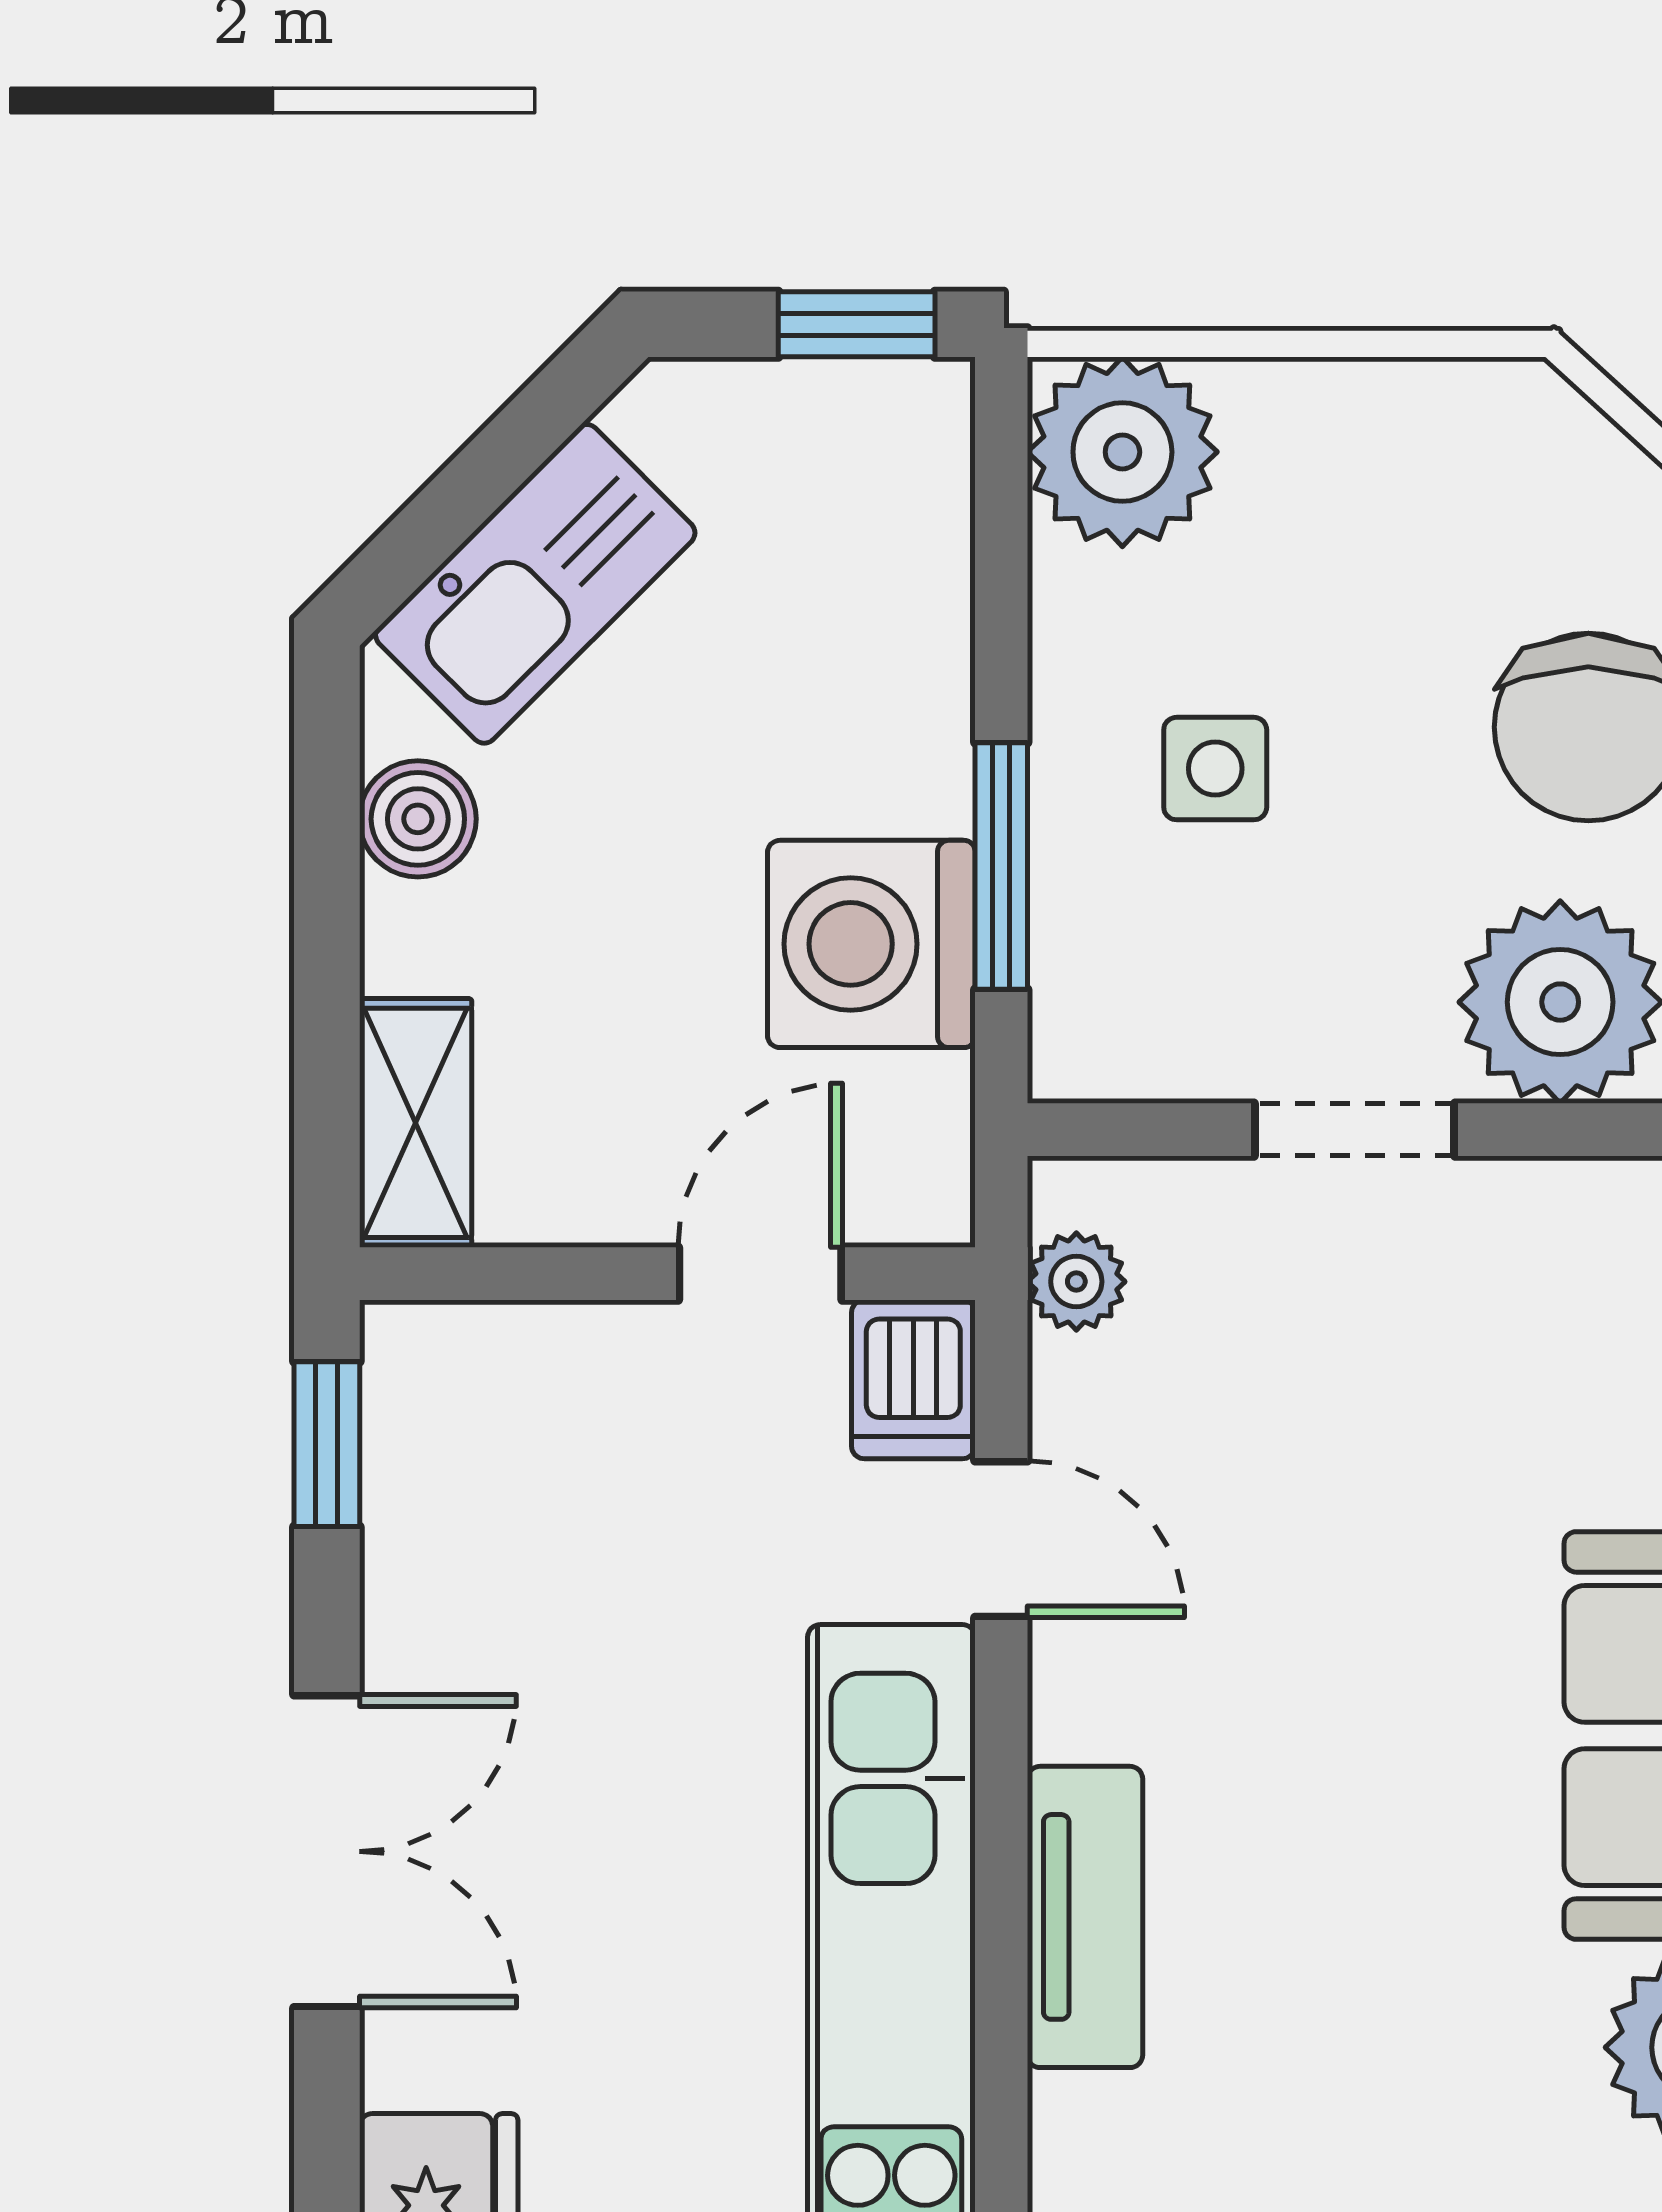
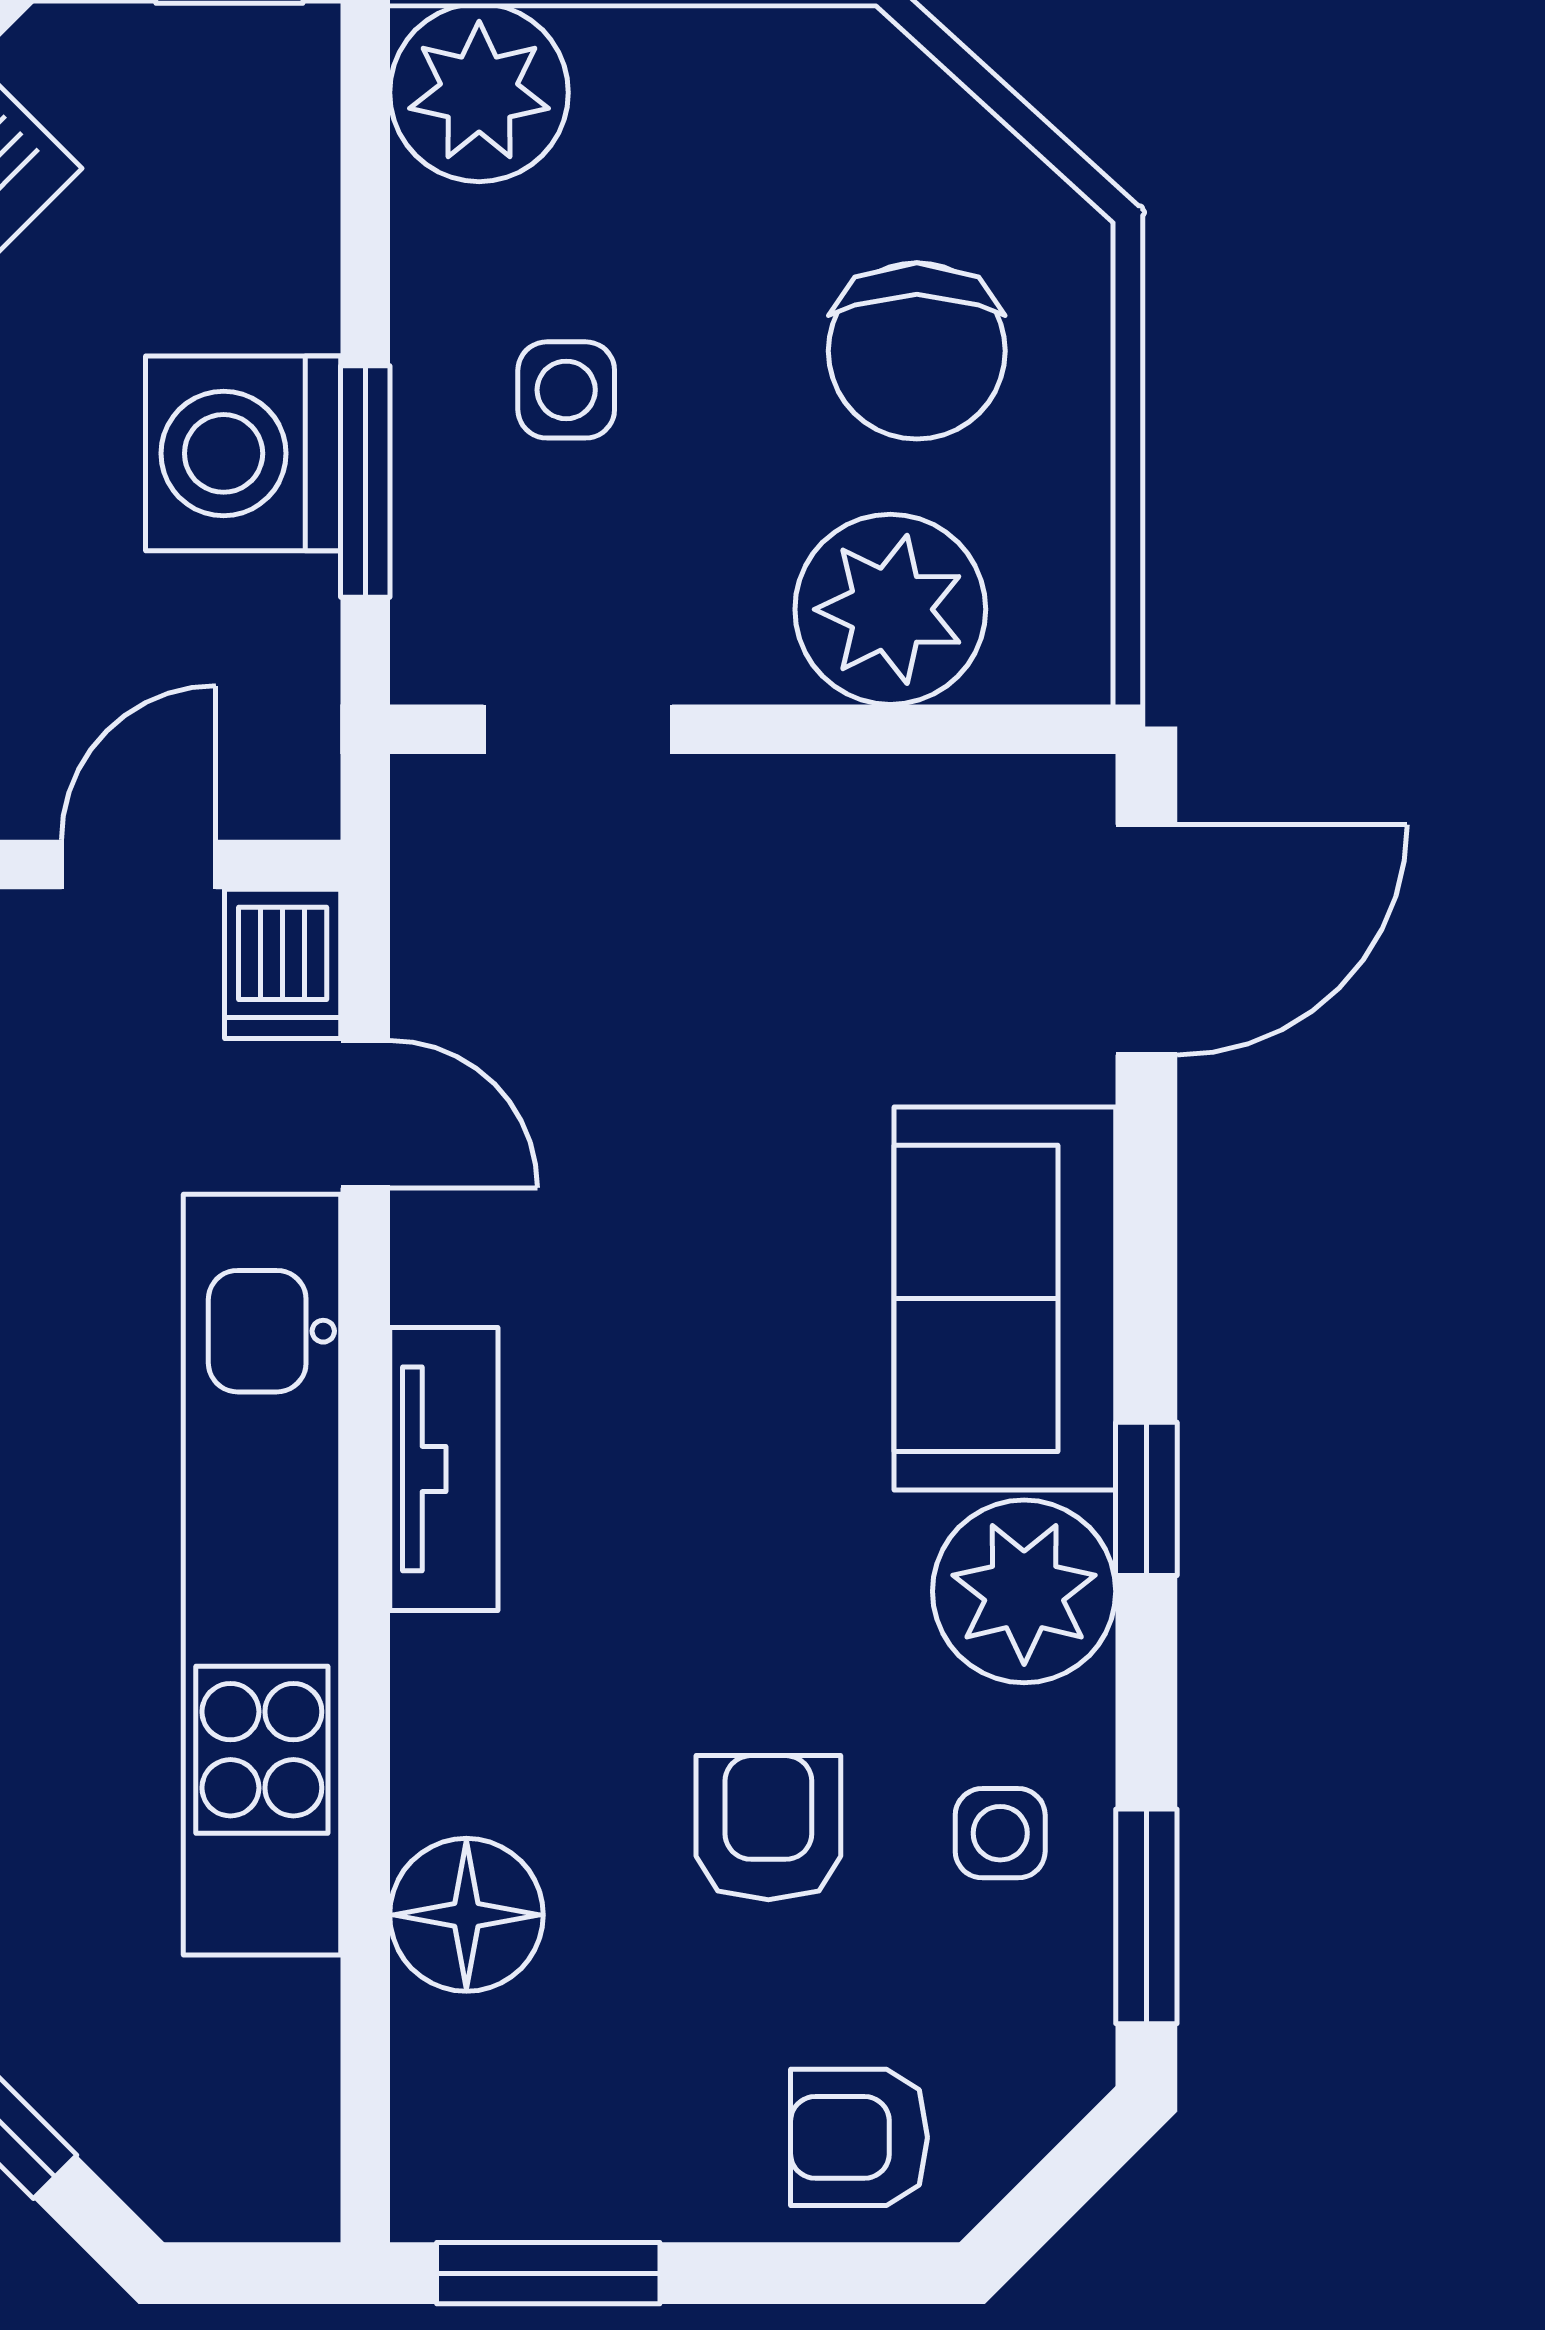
washing machine: (871, 944) -> (243, 453), moved
doorway: (1354, 1130) -> (578, 729), moved
plant: (1076, 1282) -> (436, 872), removed

